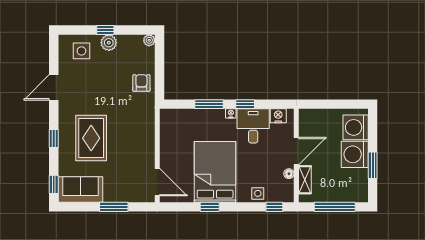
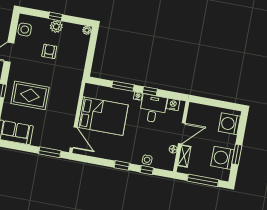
side table: (81, 51) -> (25, 30), moved
armchair: (141, 83) -> (49, 51), moved
rug: (91, 138) -> (30, 95), turned 90
washing machine: (355, 154) -> (222, 158), moved
bed: (215, 172) -> (103, 116), moved, turned 90
window: (114, 207) -> (50, 152), moved
window: (210, 207) -> (122, 165), moved
window: (274, 207) -> (147, 170), moved

